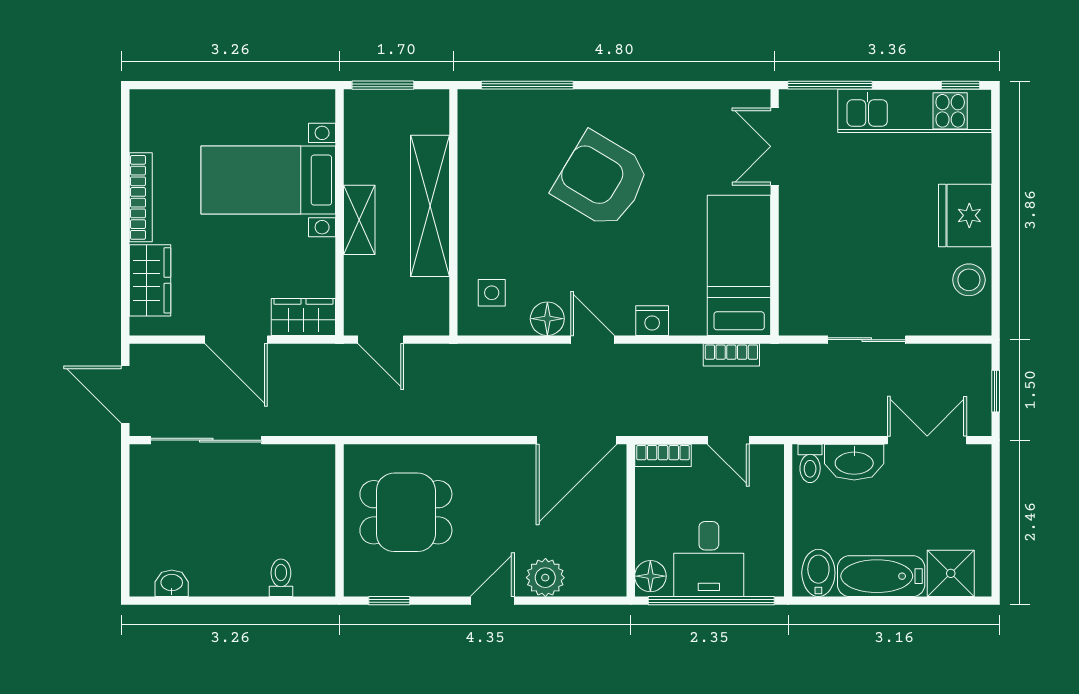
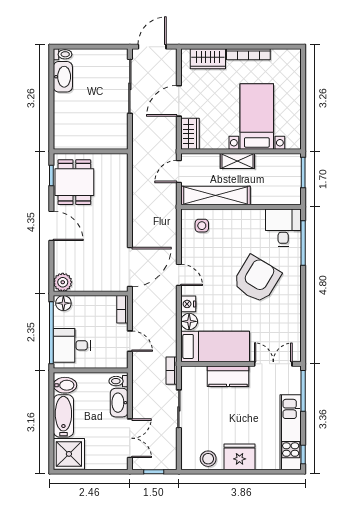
desk: (496, 126) -> (283, 228), added
shelving: (430, 206) -> (215, 195), moved
kitchen counter: (800, 239) -> (228, 376), added
floor lamp: (547, 319) -> (189, 321), moved
door: (593, 340) -> (179, 275), hinge flipped
bookcase: (731, 355) -> (171, 371), moved
door: (576, 440) -> (130, 267), swing flipped
door: (728, 440) -> (130, 341), swing flipped
dining table: (406, 512) -> (74, 182), moved
desk: (709, 559) -> (72, 345), moved
shower: (951, 573) -> (69, 454), width x1.36, depth x1.36
toilet: (281, 578) -> (63, 54), moved
plant: (545, 578) -> (63, 282), moved
washbasin: (172, 583) -> (63, 77), width x1.91, depth x1.45
door: (492, 601) -> (51, 226), width x1.38

